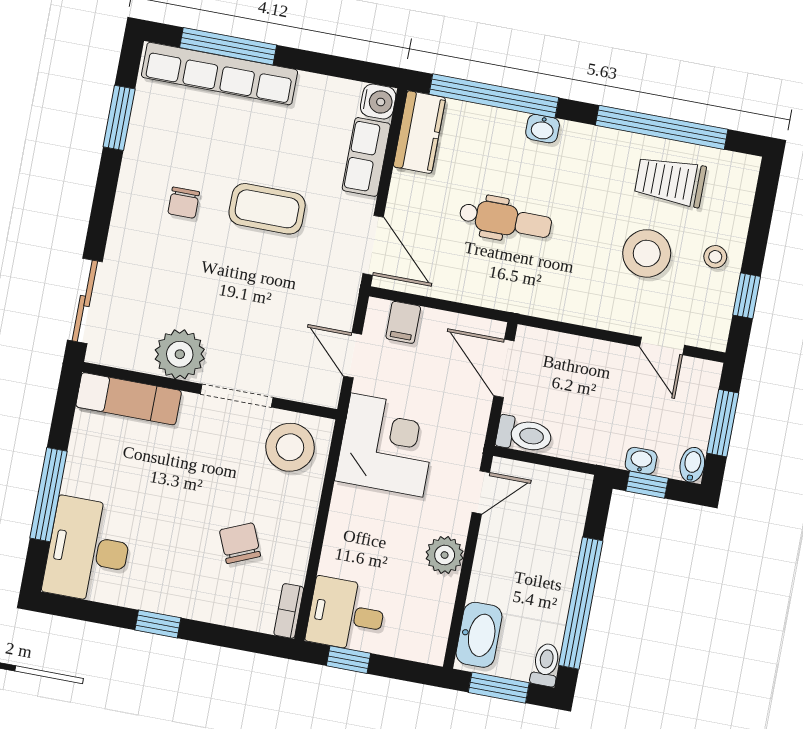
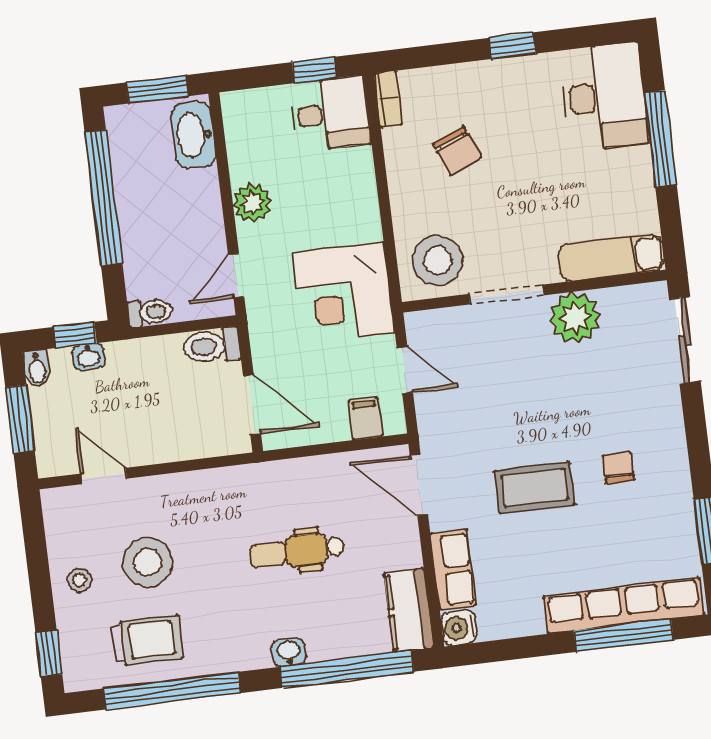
window: (747, 296) -> (49, 653), moved
toilet: (546, 665) -> (150, 312), moved, turned -90

